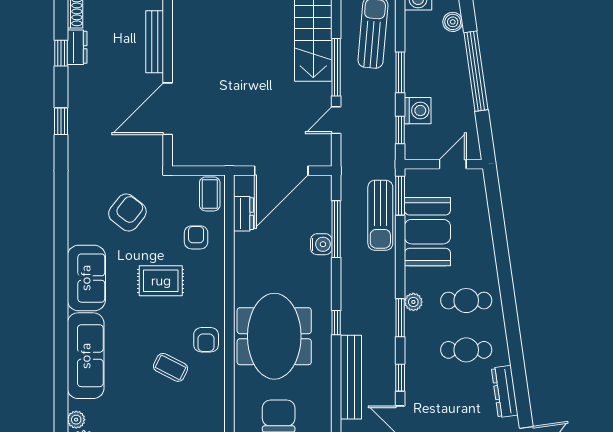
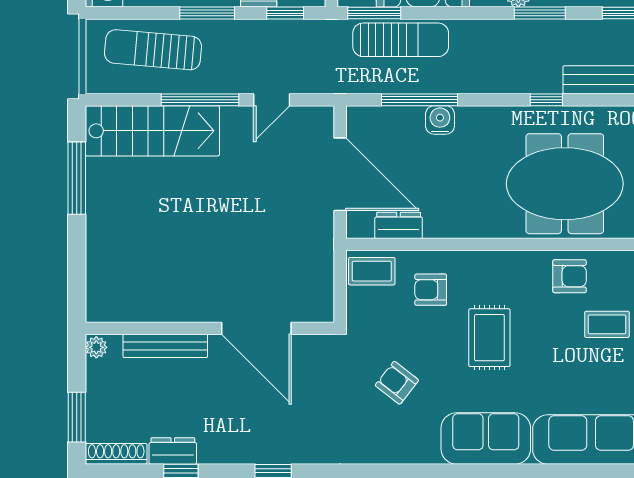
door: (336, 120) -> (272, 100), hinge flipped
armchair: (127, 212) -> (397, 383), width x0.72, depth x0.72
coffee table: (171, 367) -> (607, 324), turned 63

